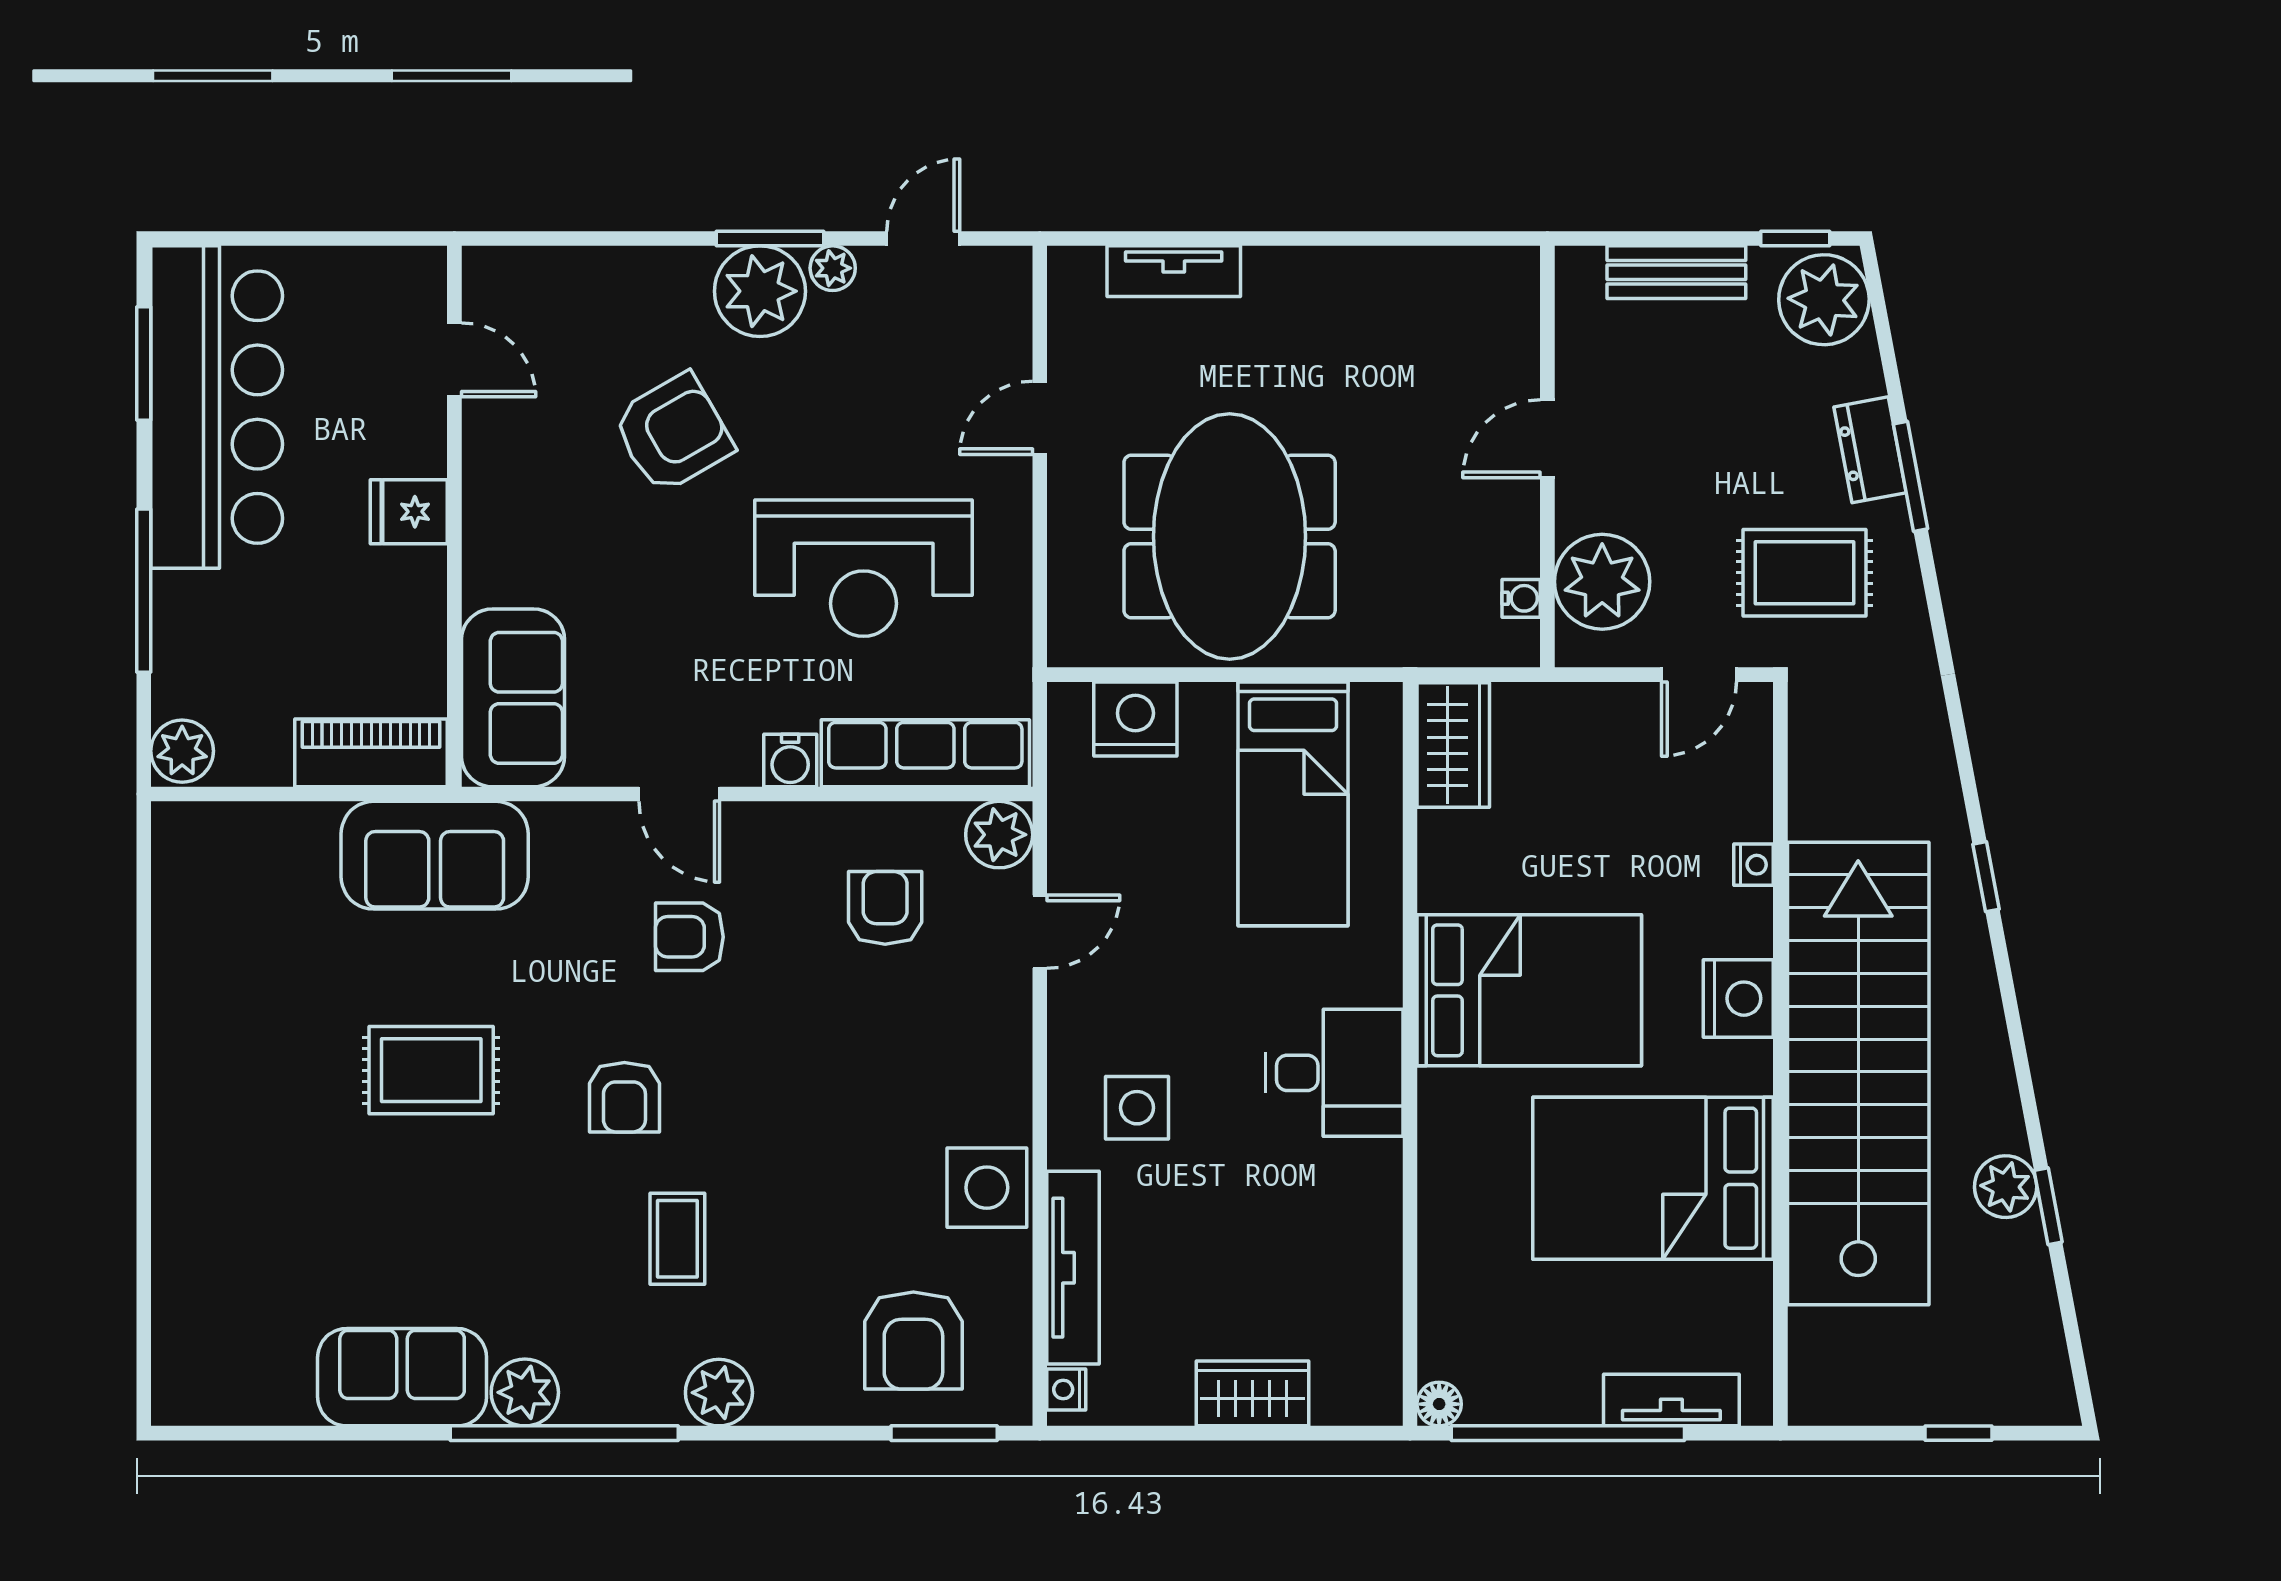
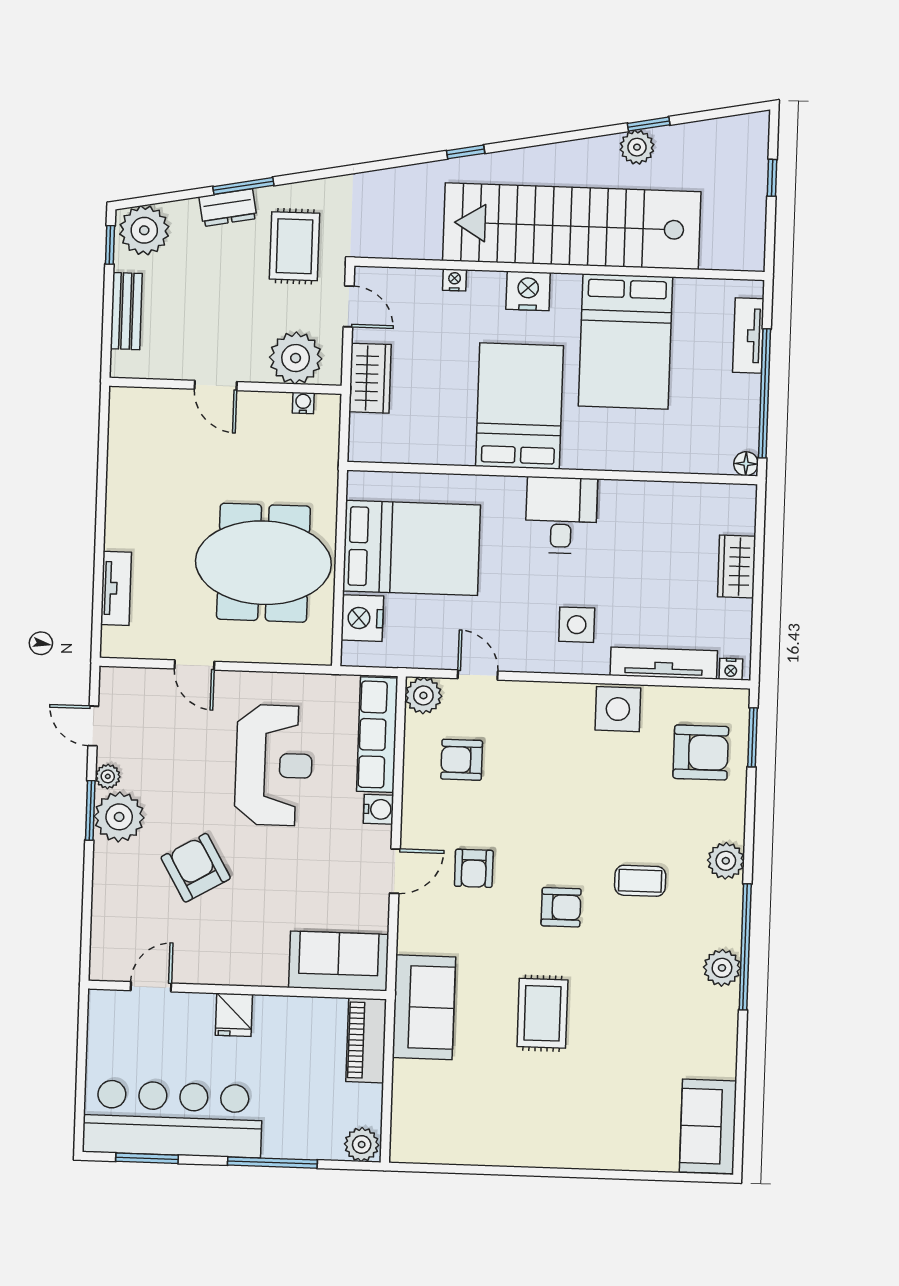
wardrobe: (1453, 745) -> (370, 378), moved, turned 90
bed: (1293, 804) -> (412, 548), width x1.50
sofa: (402, 1377) -> (708, 1126), moved

